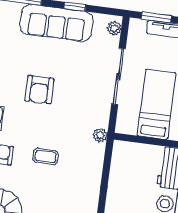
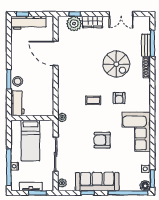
armchair: (39, 90) -> (102, 140), turned -90

